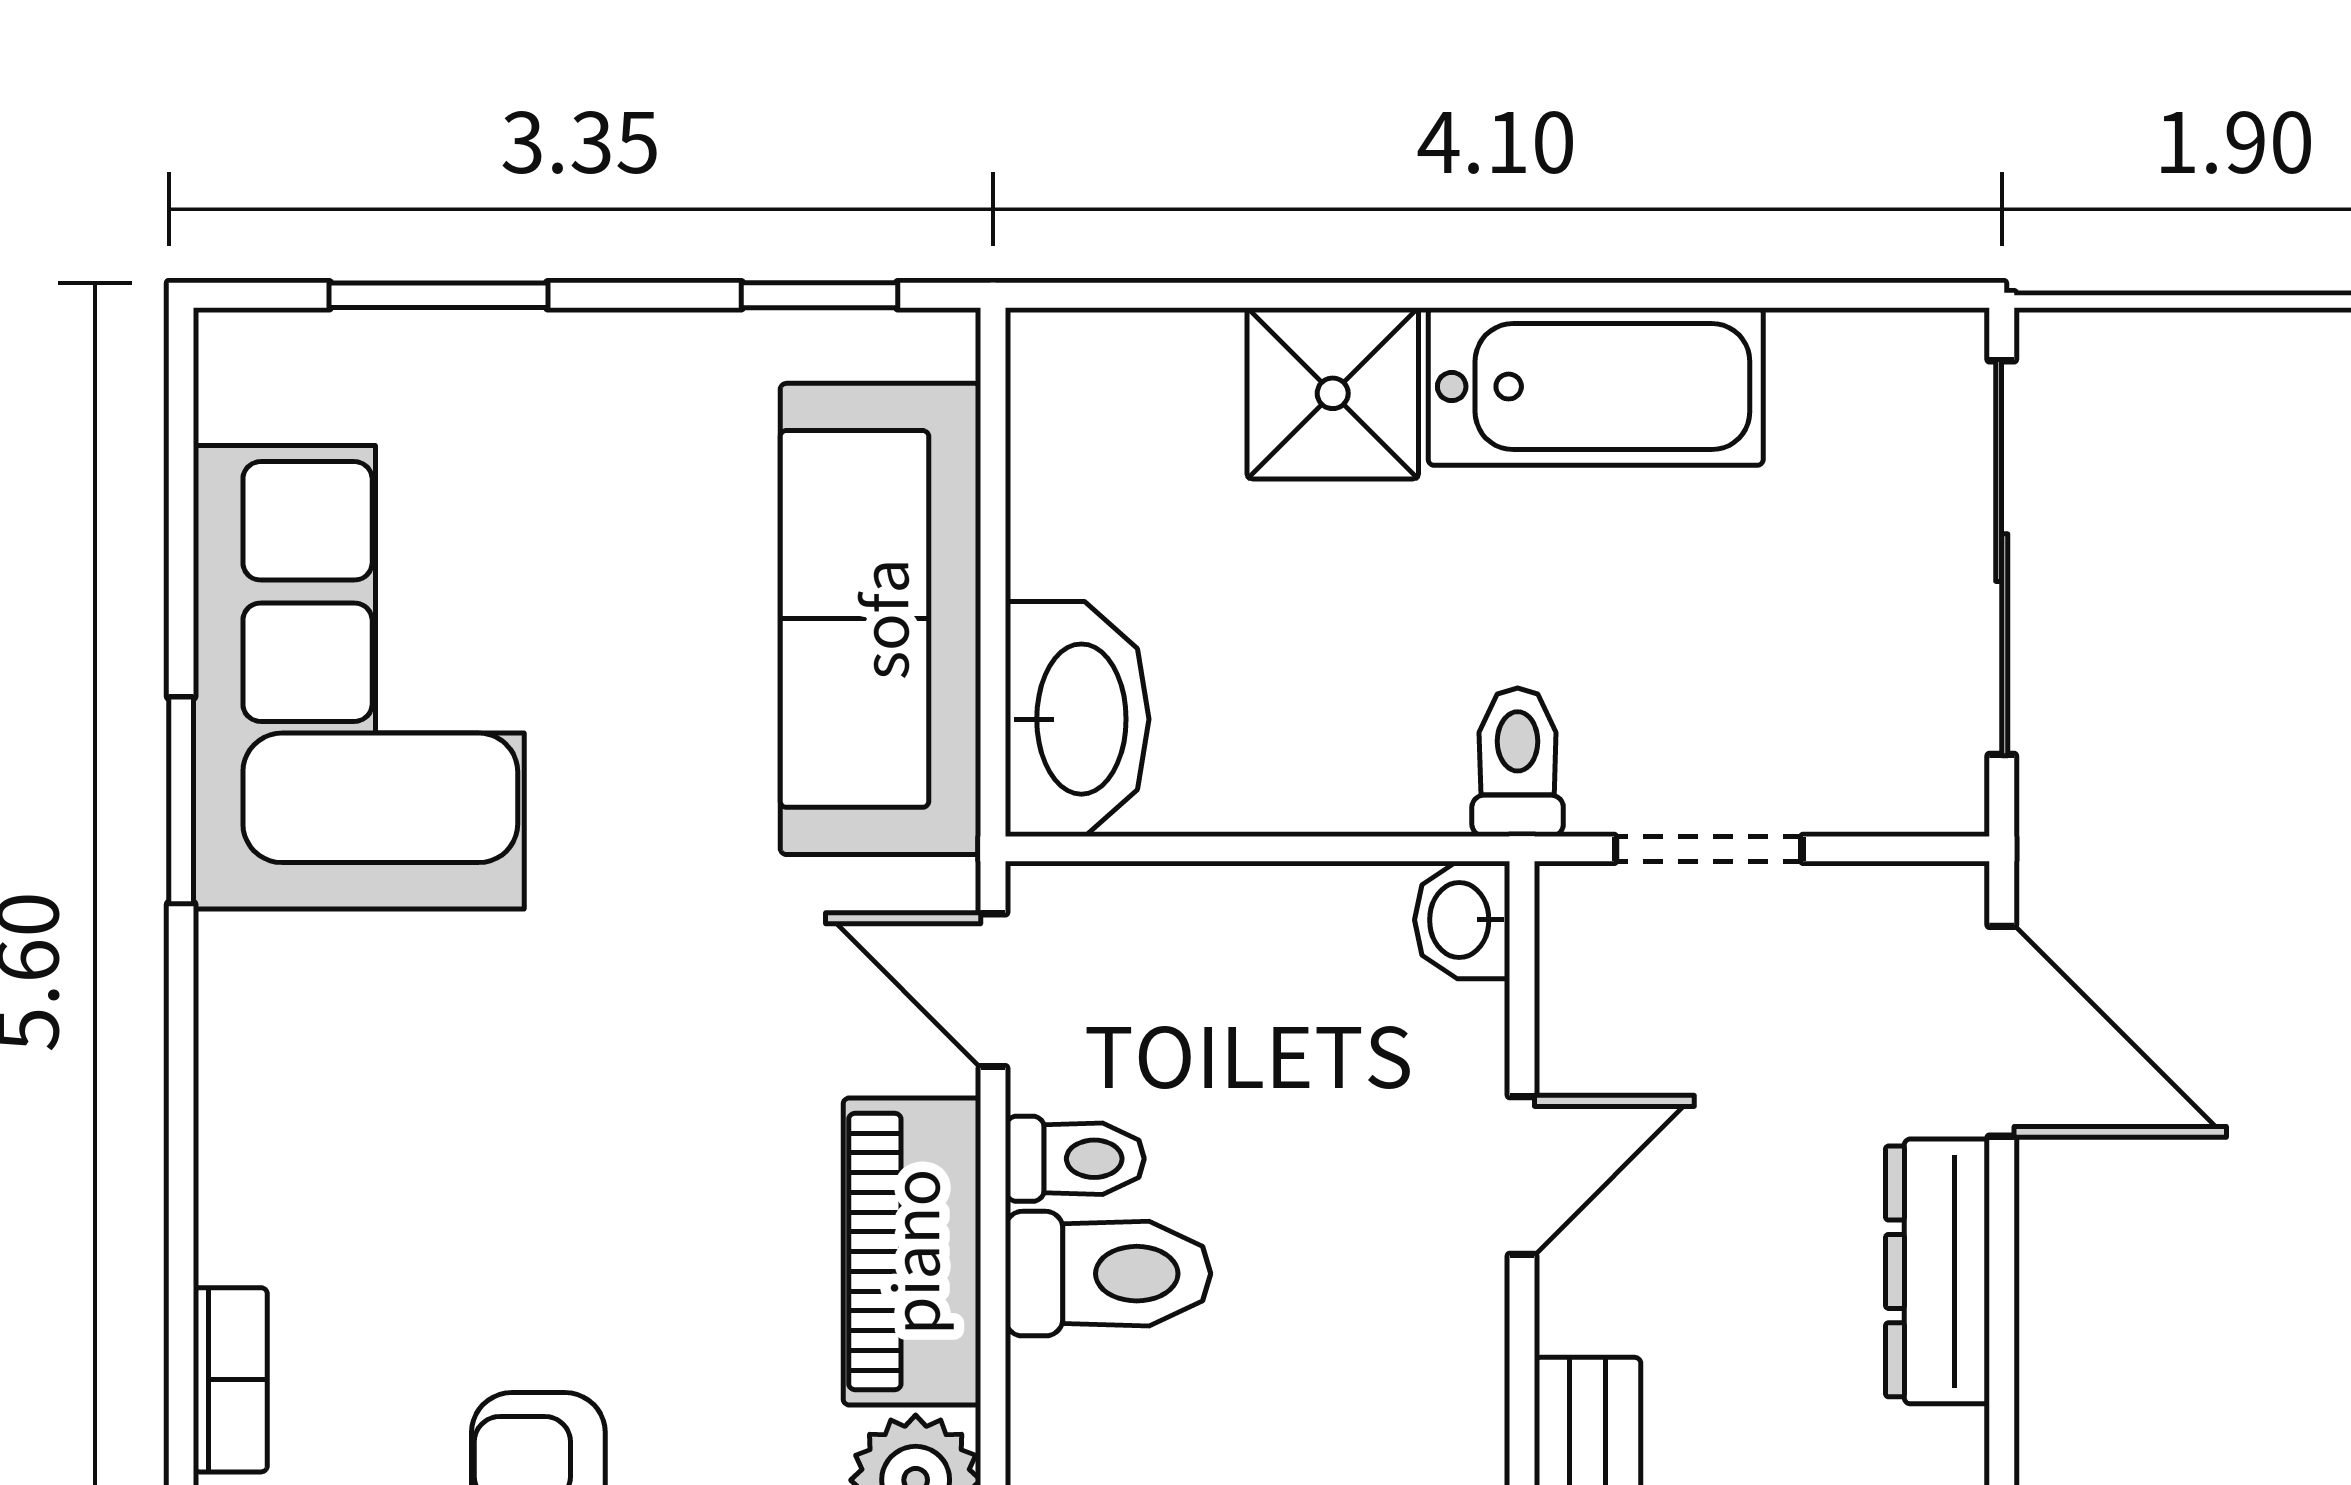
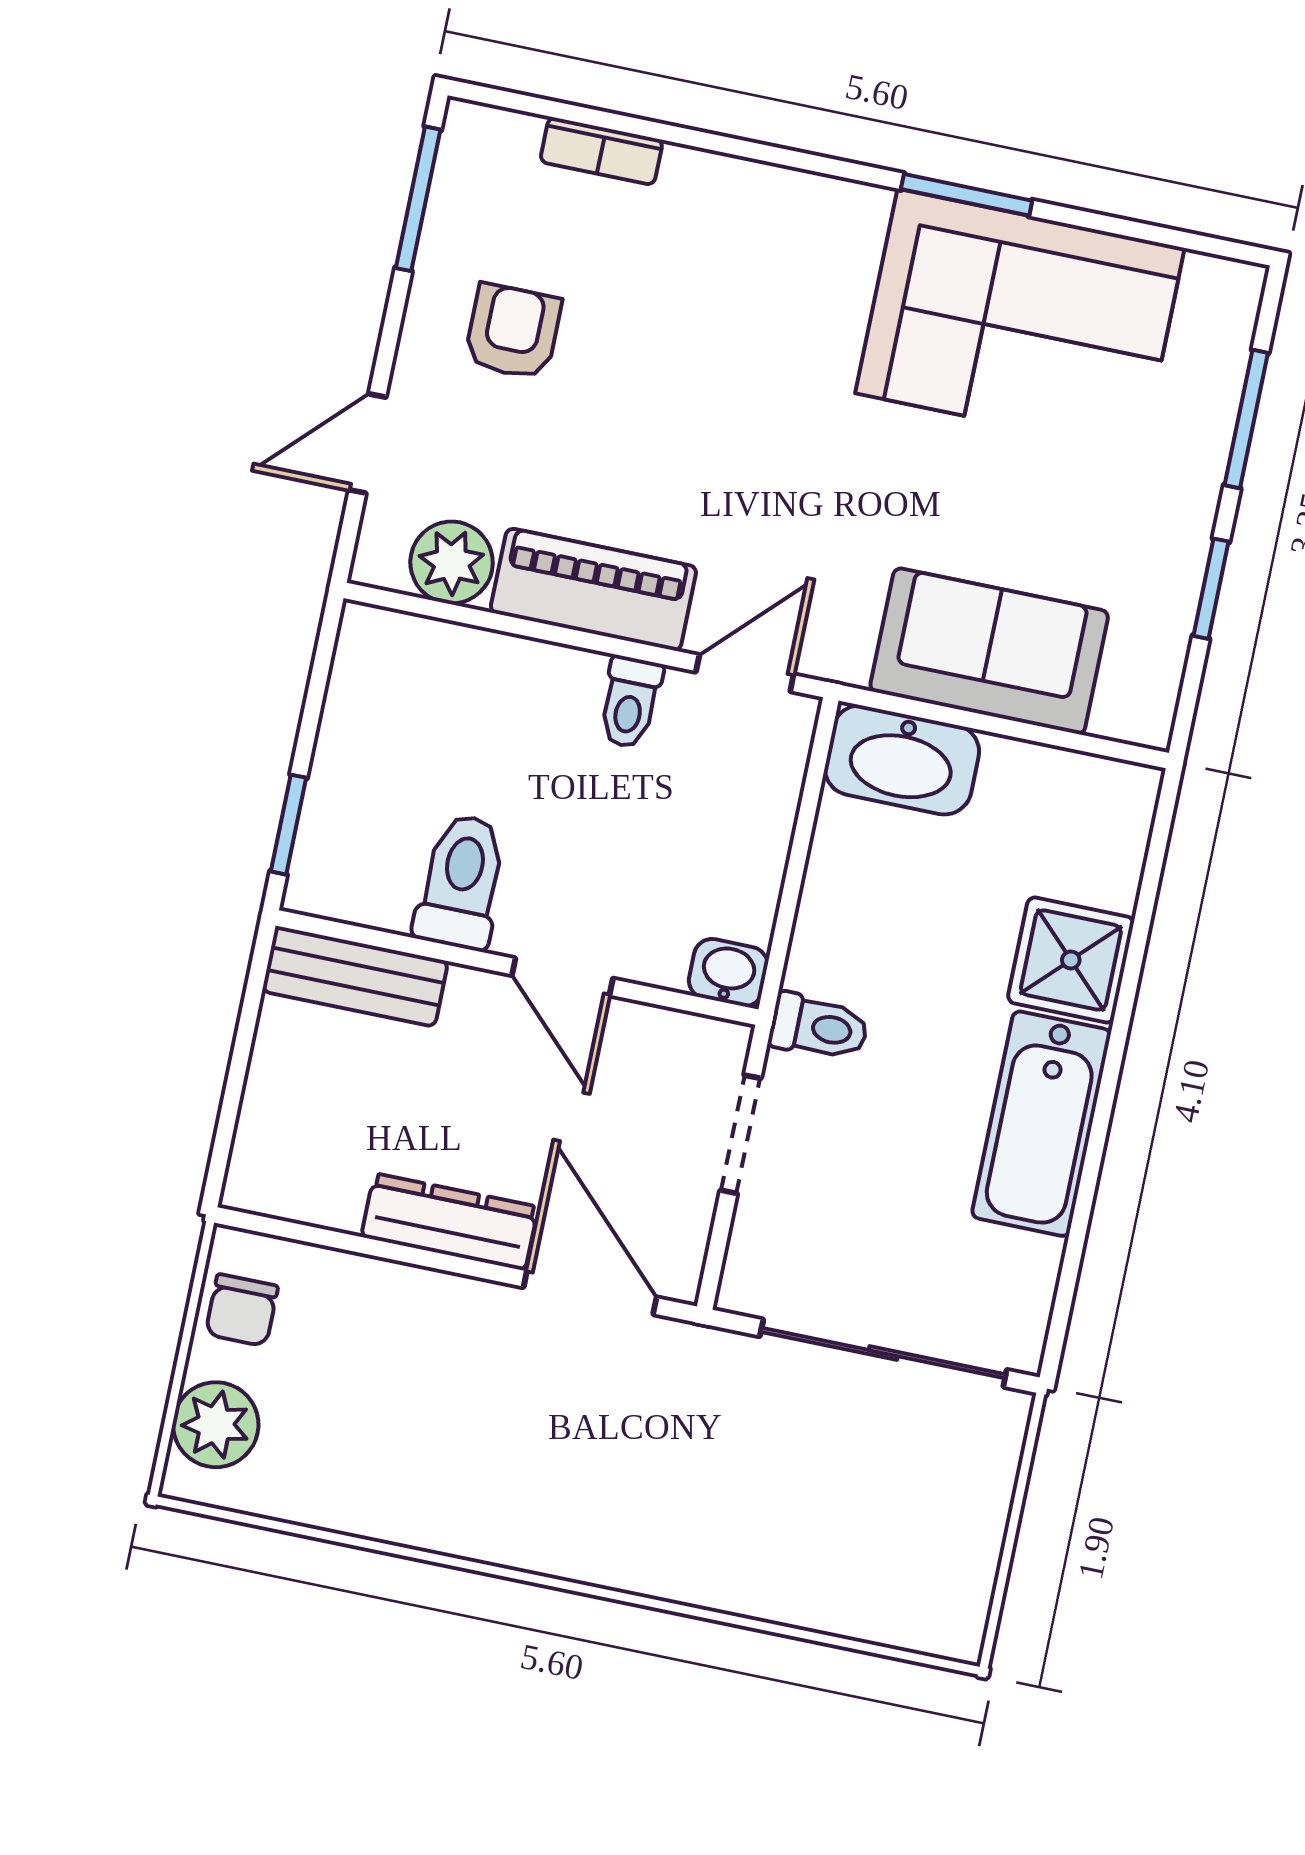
window: (819, 295) -> (1211, 589), moved
sofa: (881, 619) -> (989, 651), width x0.73
door: (2002, 1031) -> (590, 1292), swing flipped
toilet: (1108, 1274) -> (461, 882), moved, turned 180

